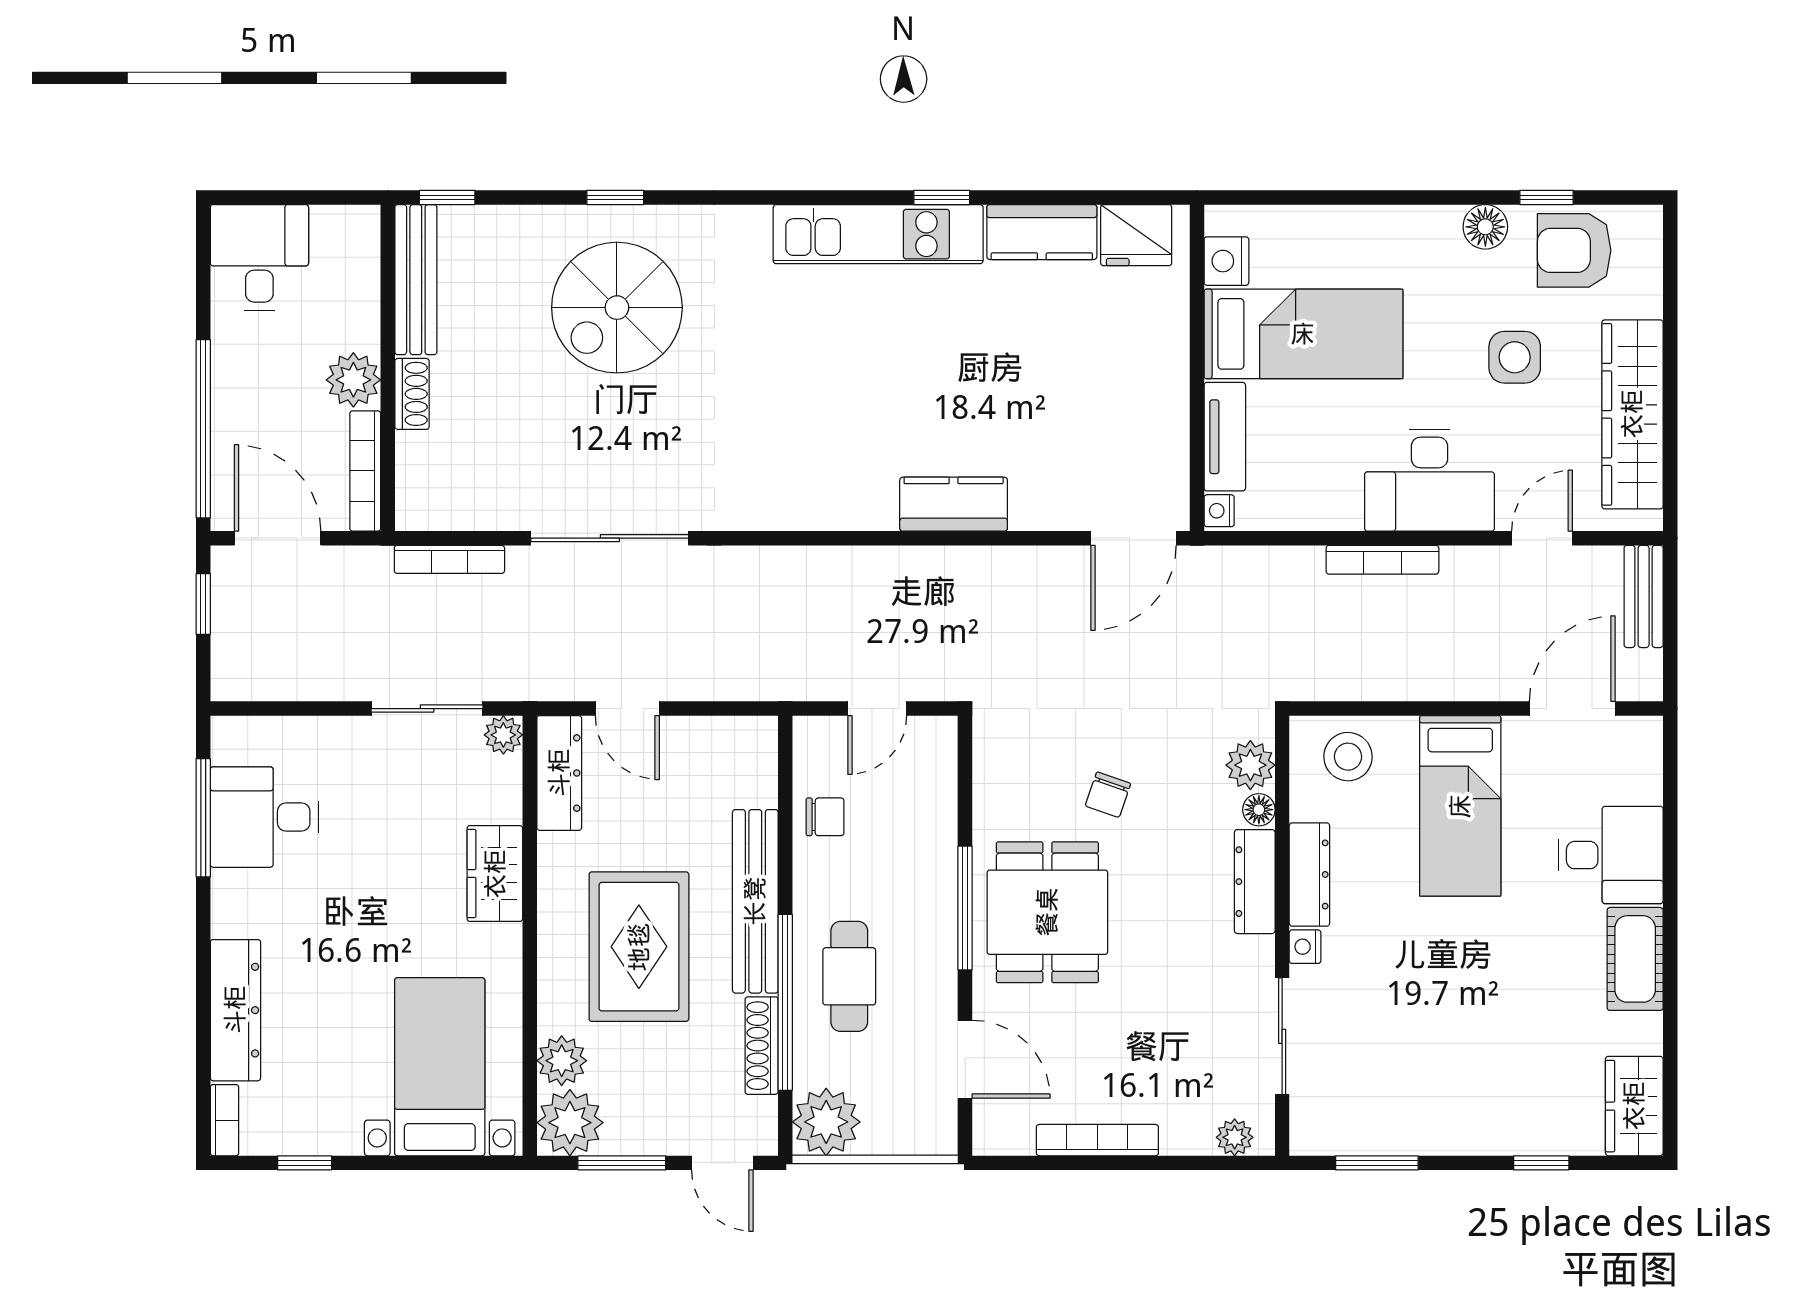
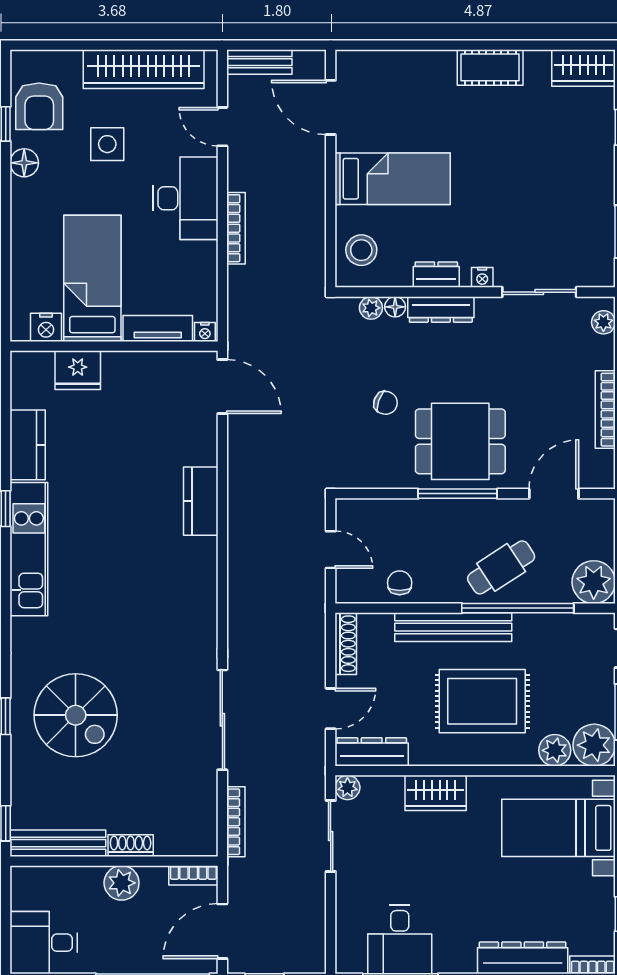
fridge: (1136, 235) -> (78, 370), moved, turned 90
bookcase: (365, 471) -> (193, 875), width x0.64
plant: (1250, 765) -> (371, 308), width x0.73, depth x0.73
desk: (1611, 855) -> (424, 83), removed
dresser: (1309, 874) -> (436, 275), width x0.70
cafe table: (849, 976) -> (501, 567), turned -33
shoe rack: (762, 1046) -> (346, 644), moved, turned -90

